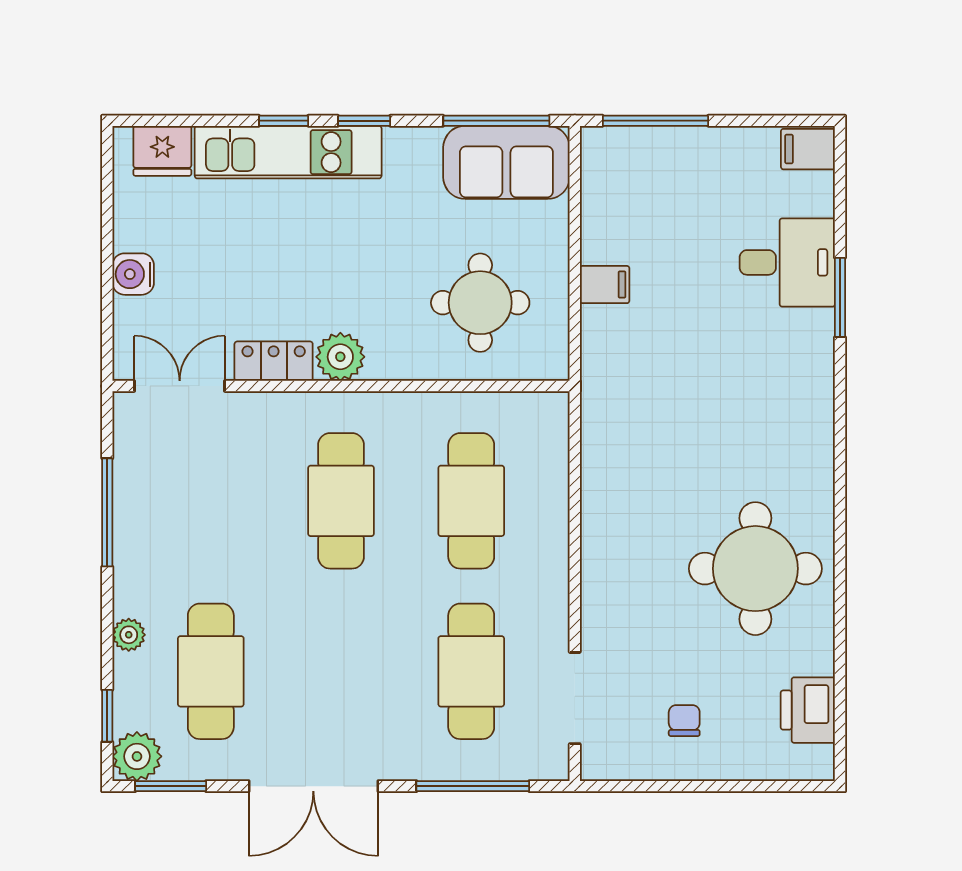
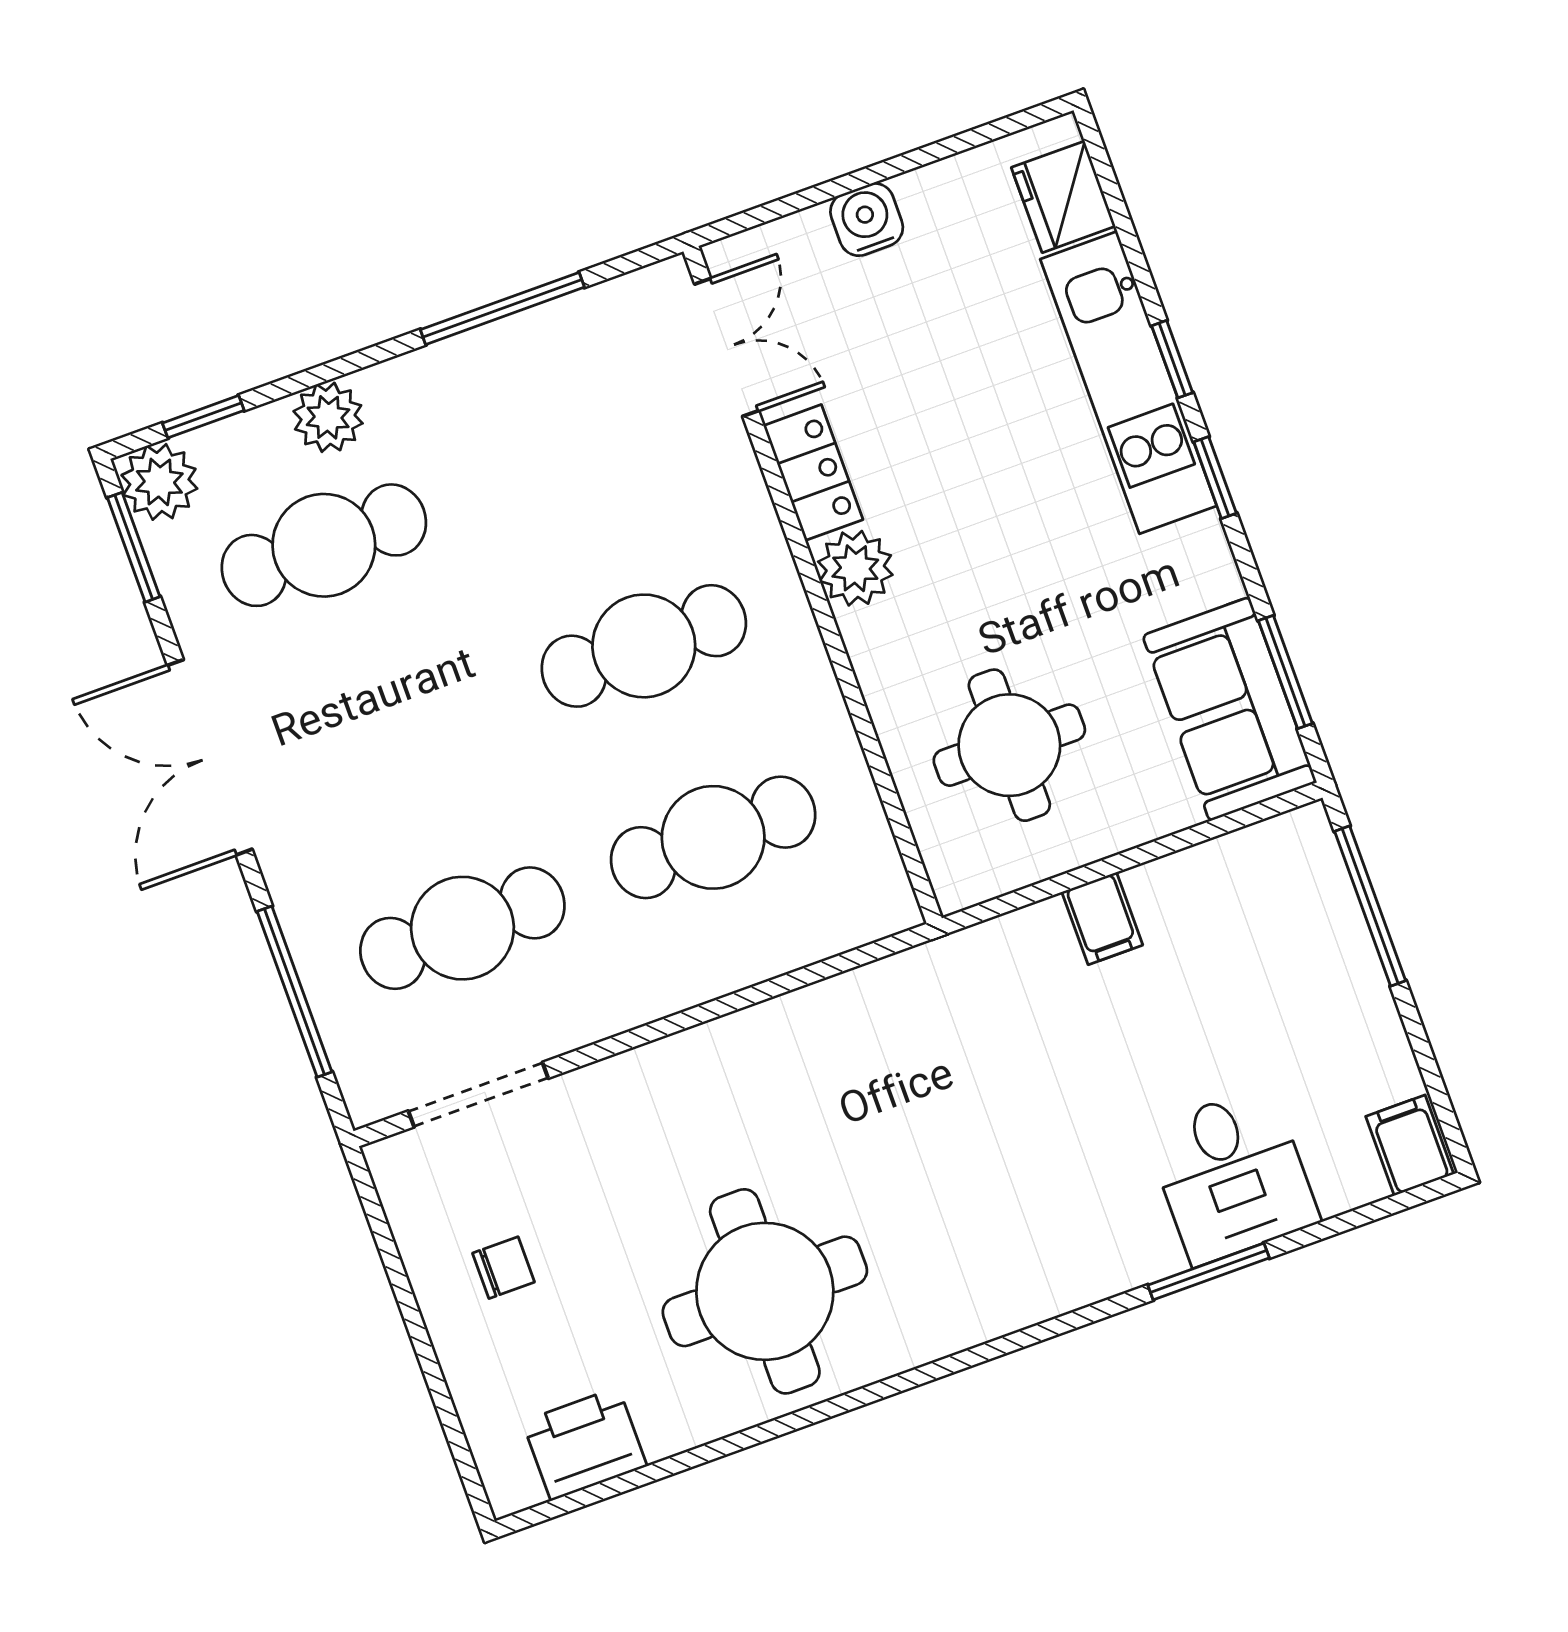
window: (496, 121) -> (1285, 672), width x0.69
plant: (129, 635) -> (328, 417), width x1.38, depth x1.38

